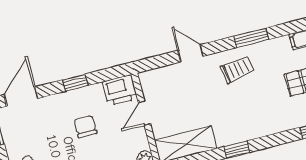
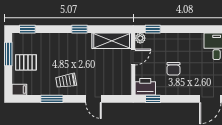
window: (75, 83) -> (153, 99), moved
door: (144, 113) -> (133, 57), moved

